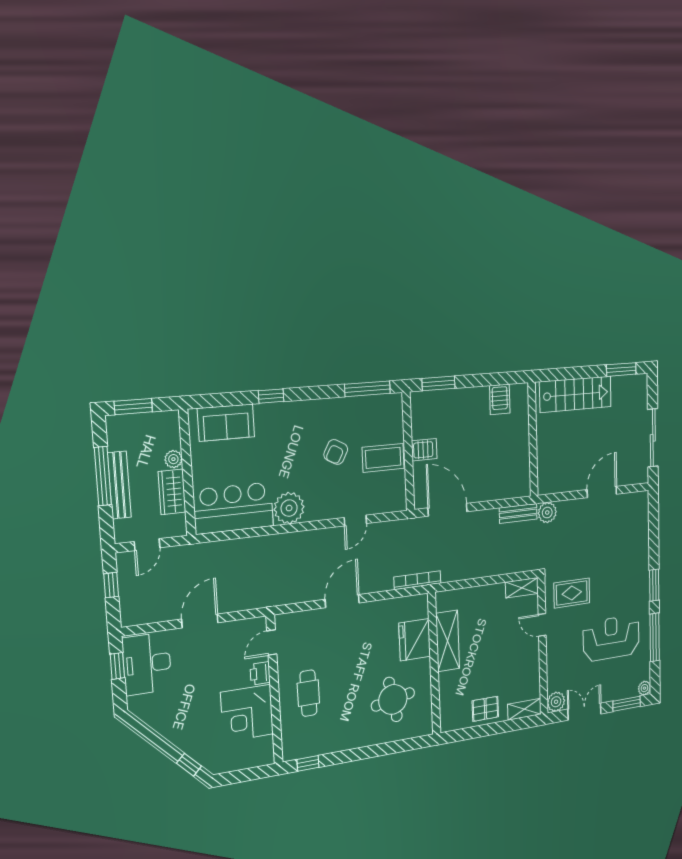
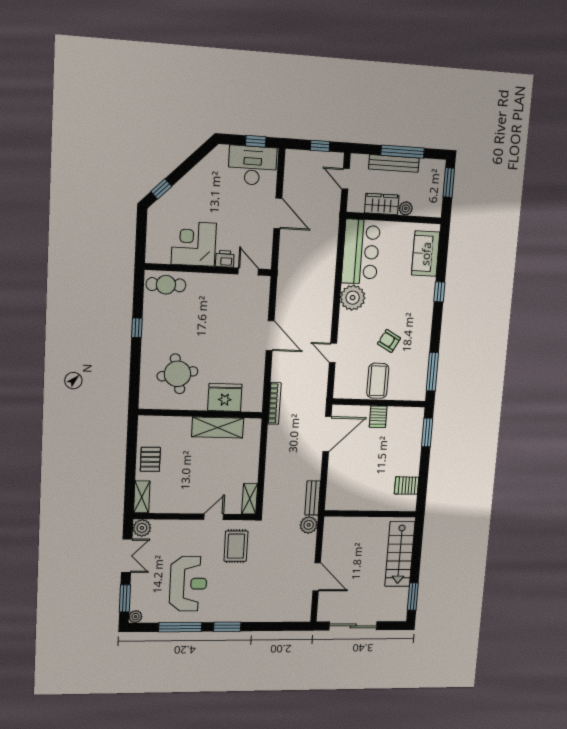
cafe table: (308, 693) -> (166, 285), moved
window: (308, 763) -> (137, 328), moved

